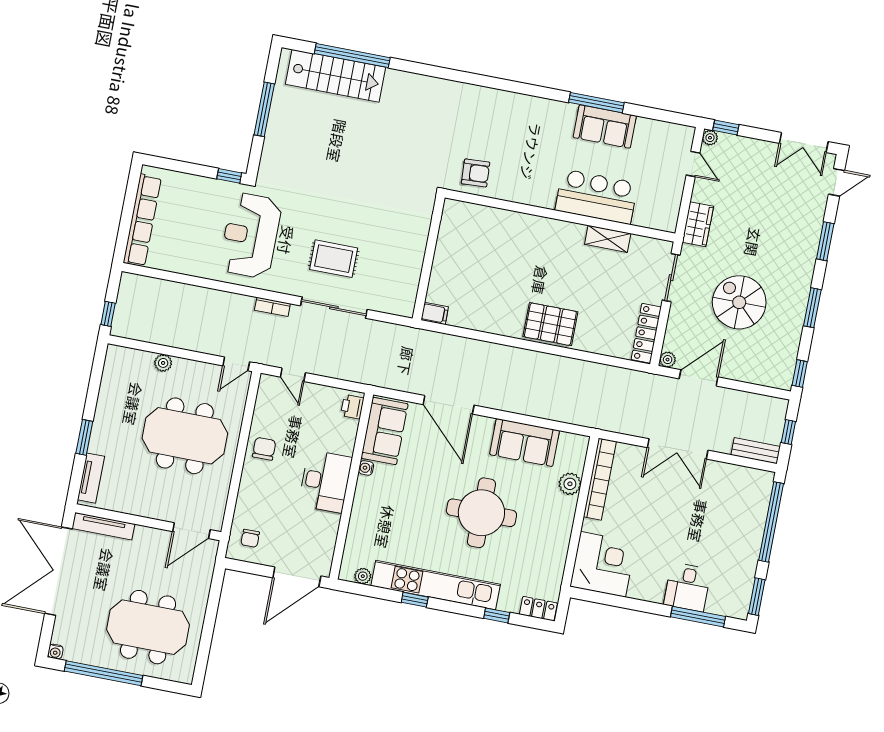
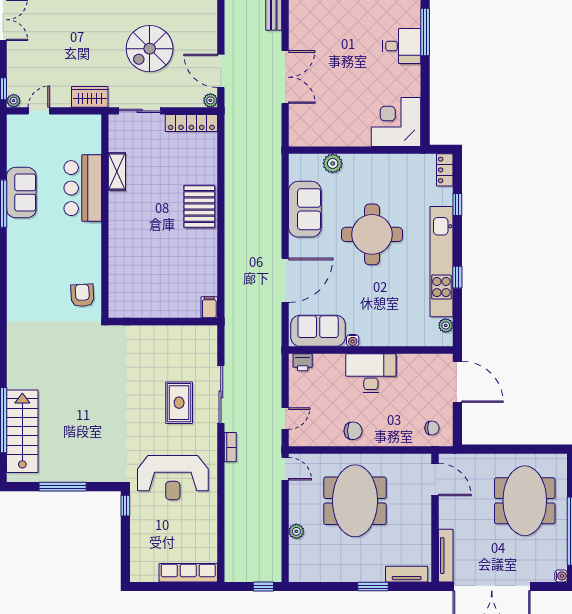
row of seats: (142, 220) -> (188, 573), width x0.73
chair: (264, 449) -> (353, 431), turned 180
bookcase: (600, 479) -> (324, 139), removed

